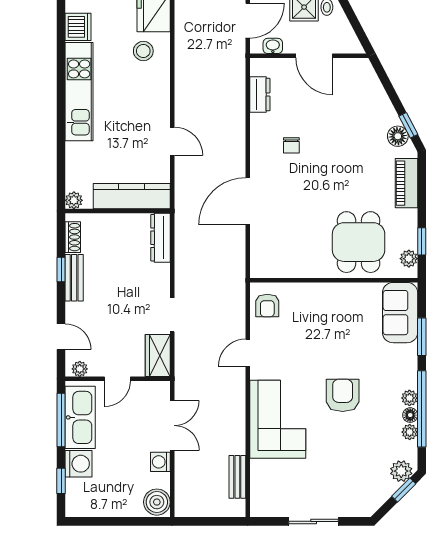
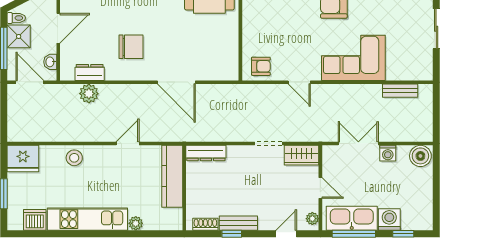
stool: (143, 51) -> (74, 158), moved
plant: (234, 94) -> (89, 94), added
chair: (291, 145) -> (131, 47), width x1.87, depth x1.87
plant: (74, 200) -> (136, 223), moved

